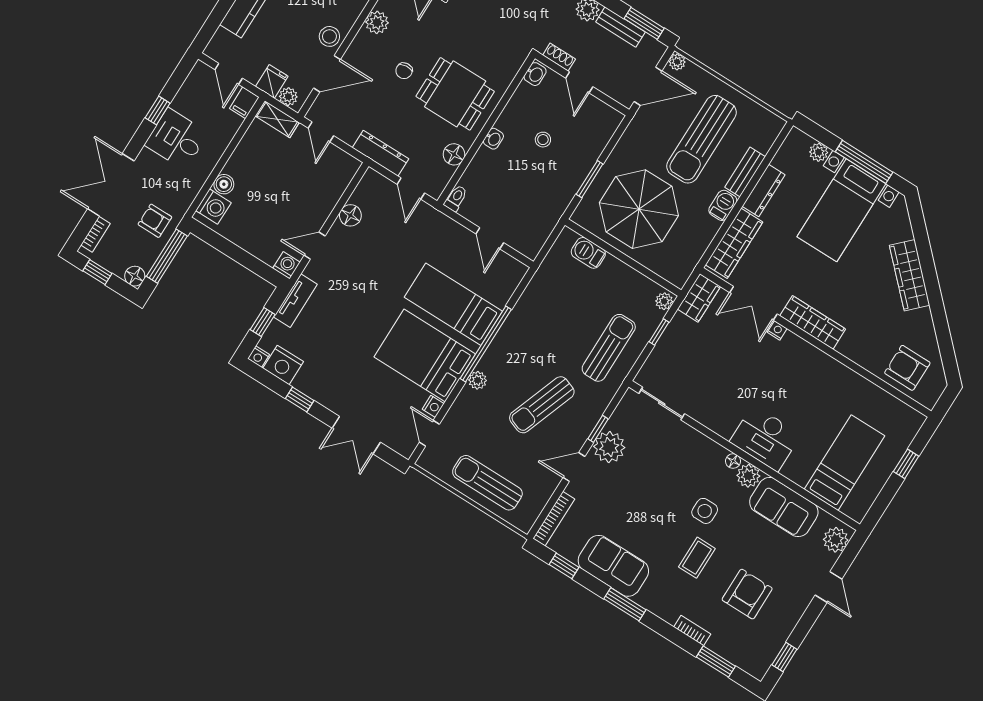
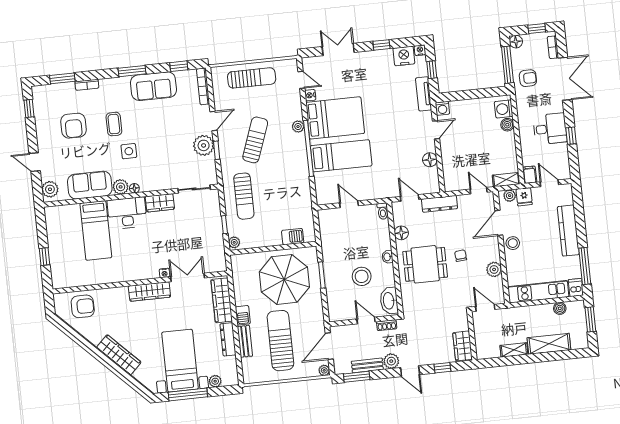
washbasin: (535, 74) -> (389, 301), width x1.91, depth x1.45
stool: (543, 140) -> (362, 276), width x1.89, depth x1.89
wardrobe: (699, 298) -> (160, 203), moved, turned -90
bed: (845, 463) -> (96, 230), moved

